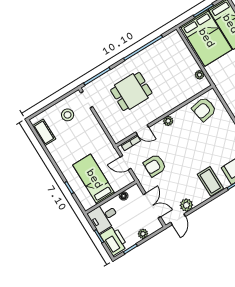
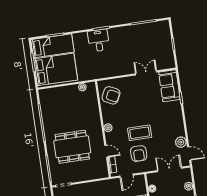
dining table: (131, 91) -> (72, 147), width x1.38
armchair: (204, 109) -> (111, 95), turned -54
door: (142, 130) -> (106, 151), hinge flipped
coffee table: (210, 181) -> (140, 133), moved

